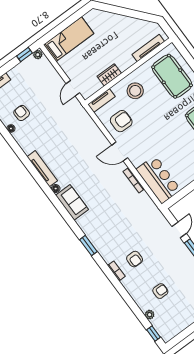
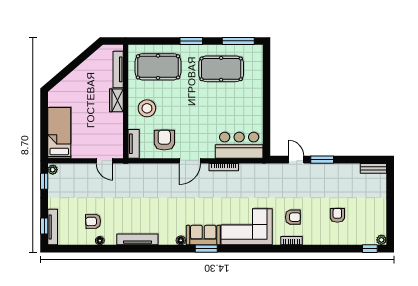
wardrobe: (109, 75) -> (116, 100), moved
tv unit: (42, 169) -> (137, 239), moved
corner sofa: (102, 230) -> (247, 227), added
window: (88, 246) -> (206, 249), moved
plant: (150, 315) -> (381, 240), moved

